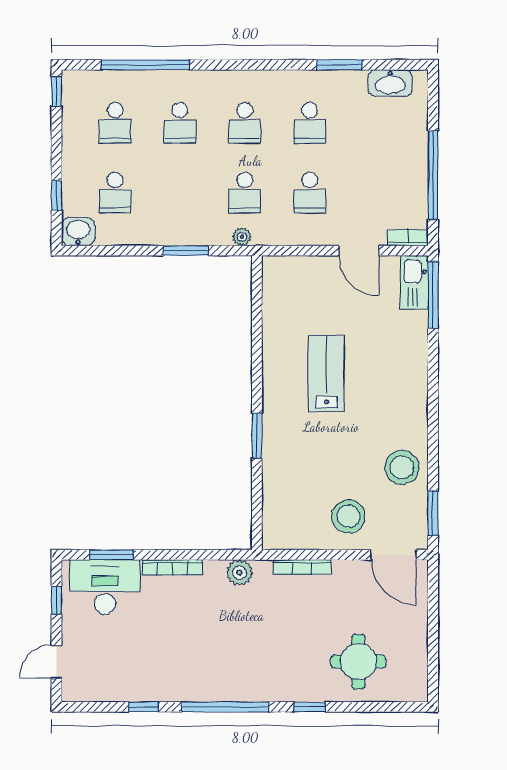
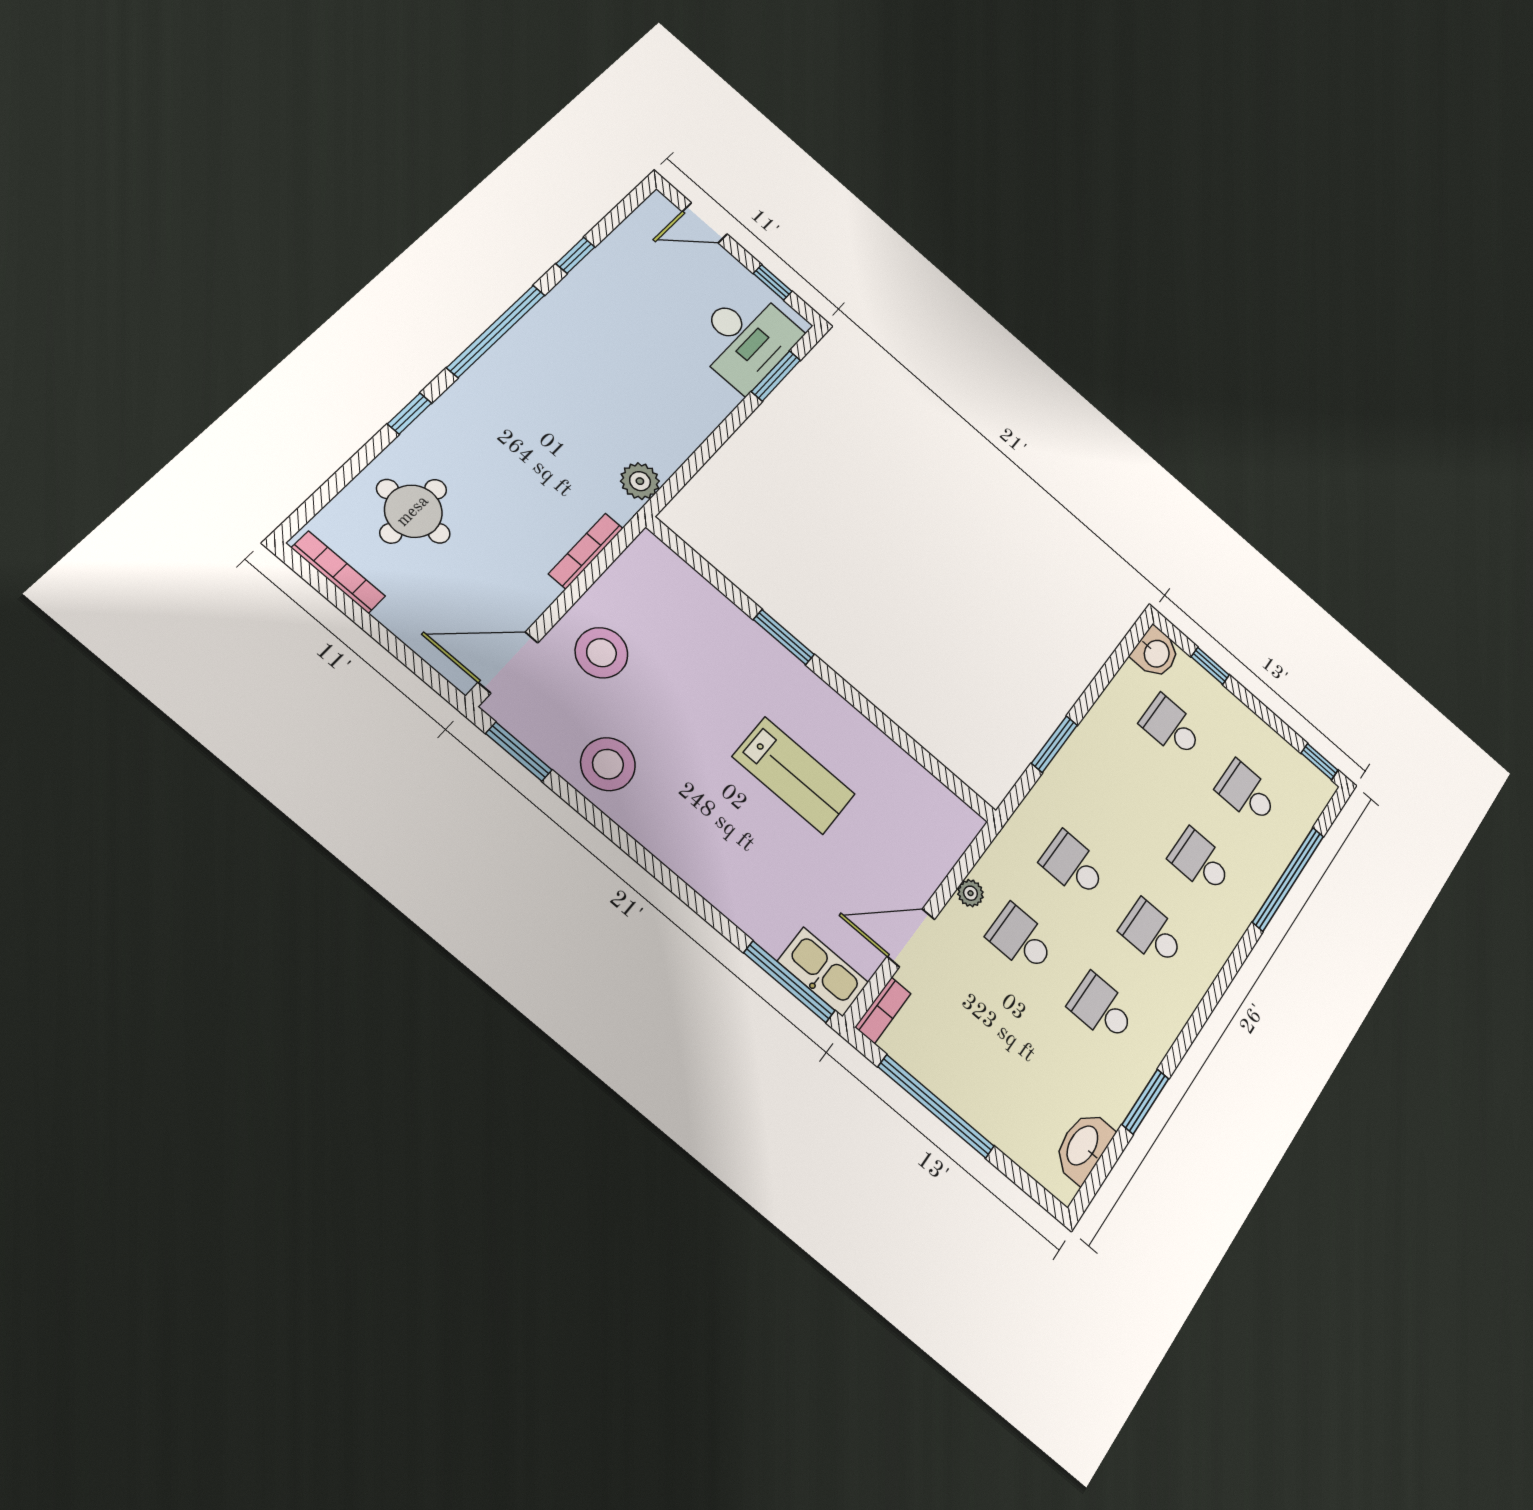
plant: (242, 237) -> (970, 893), moved
bookcase: (172, 567) -> (338, 572), moved, turned 90
door: (57, 662) -> (705, 223), swing flipped

